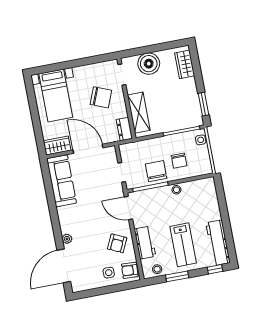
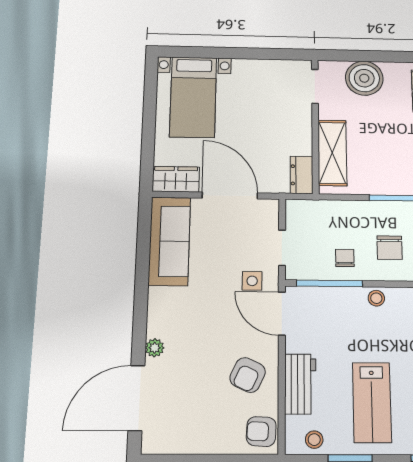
chair: (101, 97) -> (271, 115), removed
chair: (156, 171) -> (345, 258), width x0.54, depth x0.54
side table: (109, 273) -> (252, 281), moved

